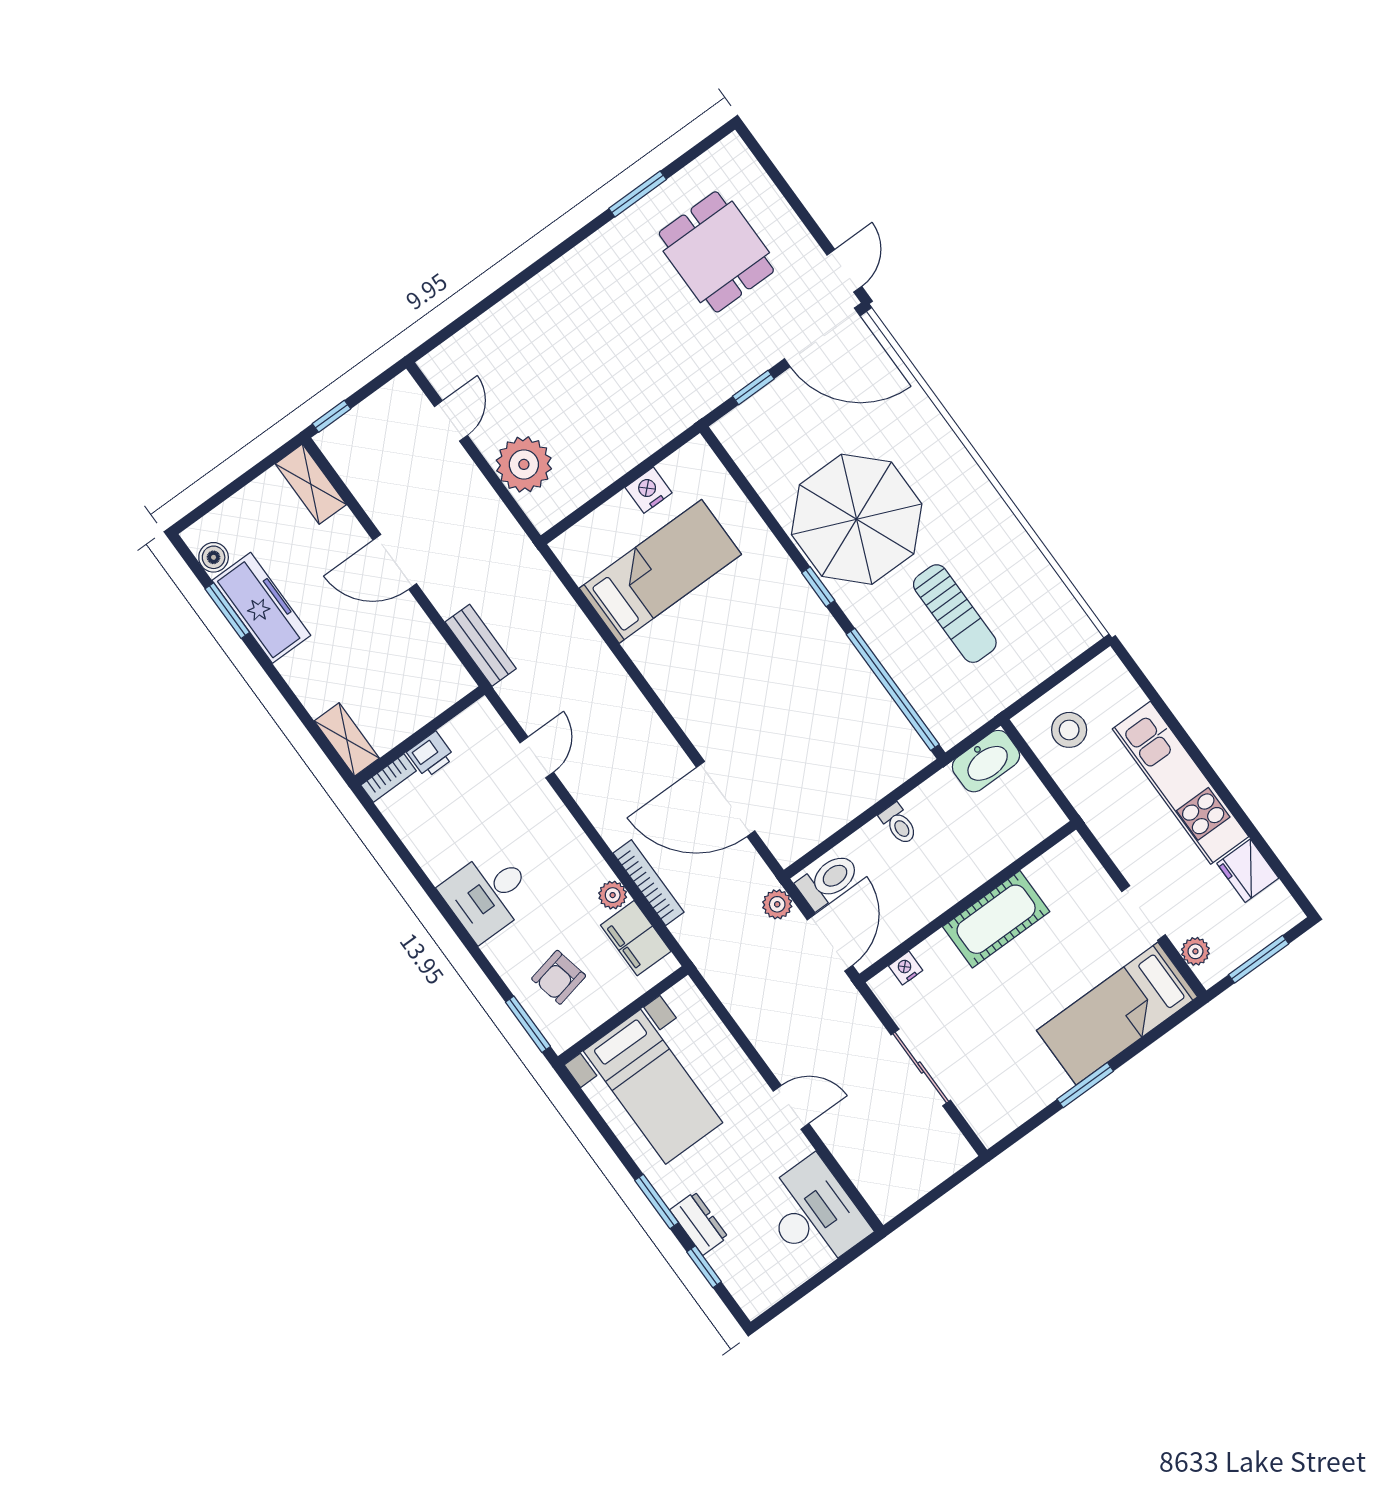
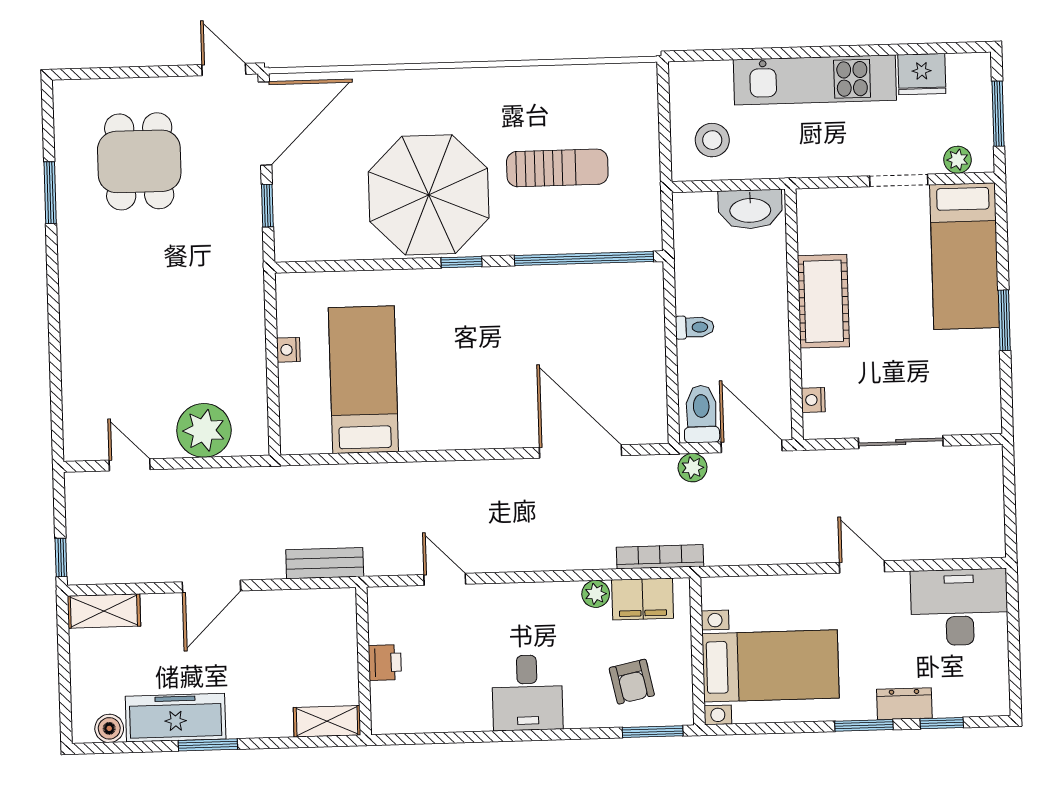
dining table: (716, 252) -> (139, 161), turned 90
nightstand: (649, 490) -> (288, 350), width x0.72, depth x0.74
window: (227, 611) -> (208, 745), moved
washbasin: (986, 761) -> (750, 209), moved, turned 90
bookcase: (389, 778) -> (380, 709), removed
door: (726, 799) -> (581, 451), swing flipped
bookcase: (649, 883) -> (660, 557), moved
door: (791, 1107) -> (862, 567), hinge flipped

